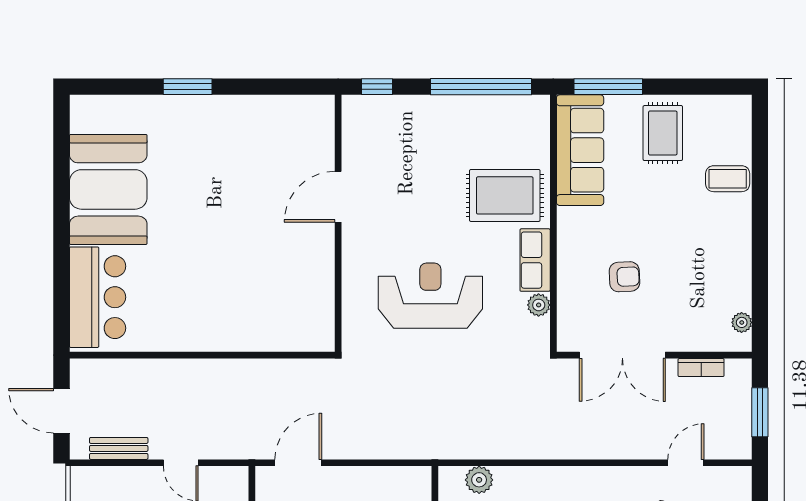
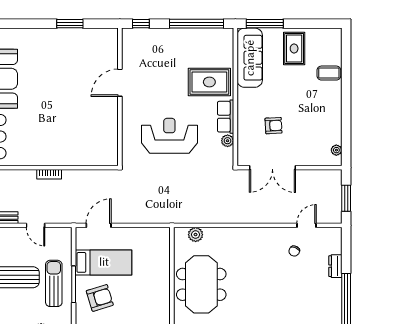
window: (188, 87) -> (70, 24), moved
bookcase: (701, 368) -> (49, 174), moved

